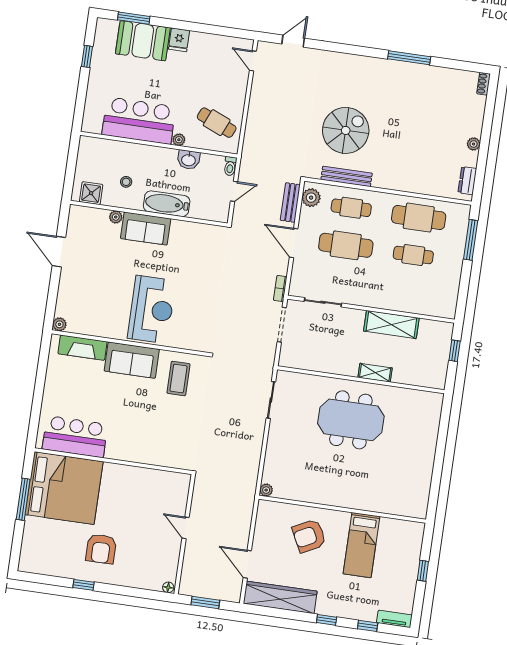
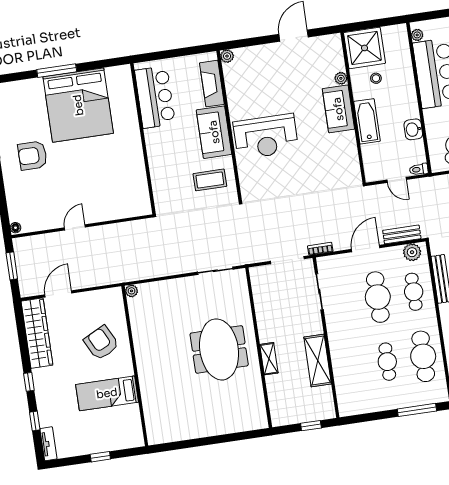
plant: (179, 140) -> (417, 35), moved
shower: (91, 193) -> (364, 48), width x1.86, depth x1.86
bar counter: (75, 437) -> (155, 97), moved
wall: (113, 461) -> (143, 139), moved

